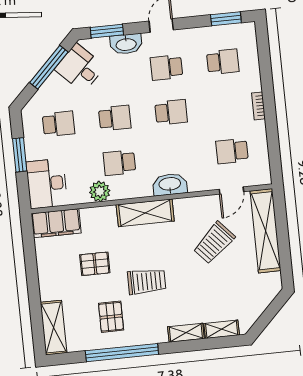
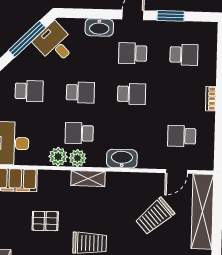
window: (226, 19) -> (171, 16), moved
window: (107, 31) -> (83, 13), removed
plant: (121, 190) -> (78, 158), added
shelving: (145, 213) -> (88, 178), width x0.67, depth x0.75

